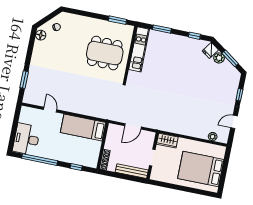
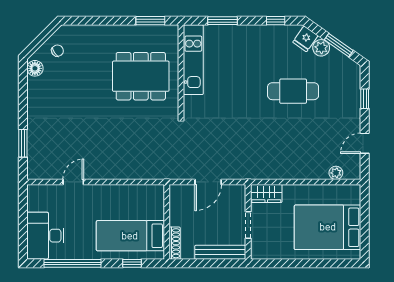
cafe table: (196, 81) -> (293, 91), added
door: (50, 110) -> (73, 182), hinge flipped
bed: (83, 128) -> (130, 236), moved

